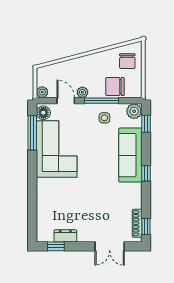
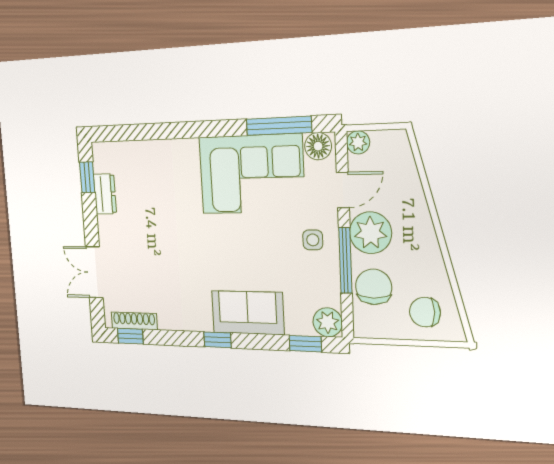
plant: (82, 92) -> (370, 233), width x1.88, depth x1.88
side table: (104, 118) -> (313, 240), moved
sofa: (130, 155) -> (248, 313), width x0.73

